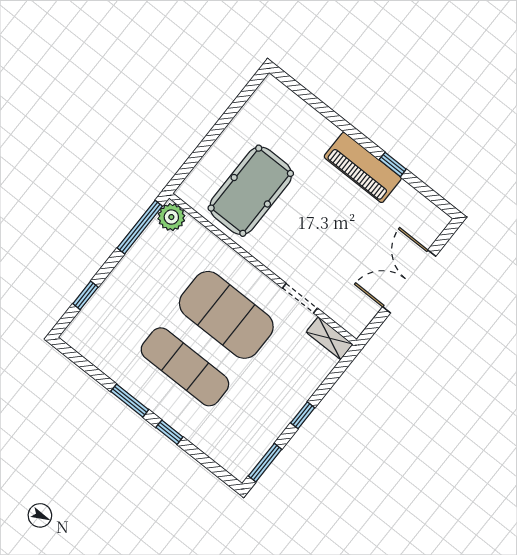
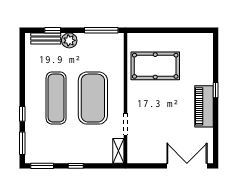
window: (393, 164) -> (216, 90), moved
plant: (171, 217) -> (69, 40), moved
double door: (409, 281) -> (187, 166), moved
bench: (89, 315) -> (46, 38), added
window: (130, 401) -> (22, 143), moved

